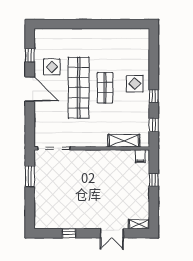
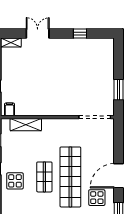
door: (30, 89) -> (118, 176), hinge flipped

